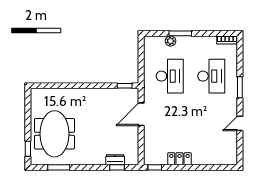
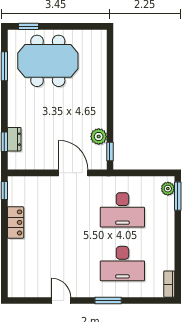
window: (180, 33) -> (178, 196), moved
plant: (171, 41) -> (168, 189), moved
plant: (113, 94) -> (99, 137), added

